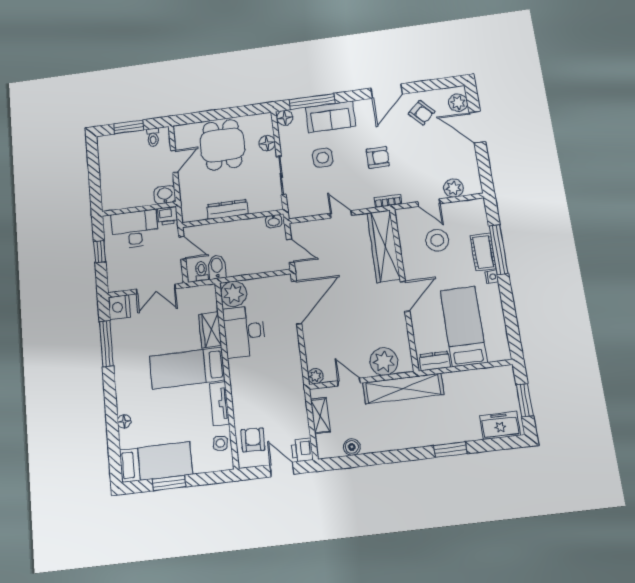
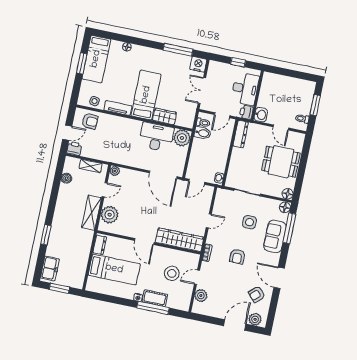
floor lamp: (267, 143) -> (288, 194), moved
dresser: (227, 209) -> (241, 134), moved
shelving: (403, 389) -> (91, 213), width x0.68

